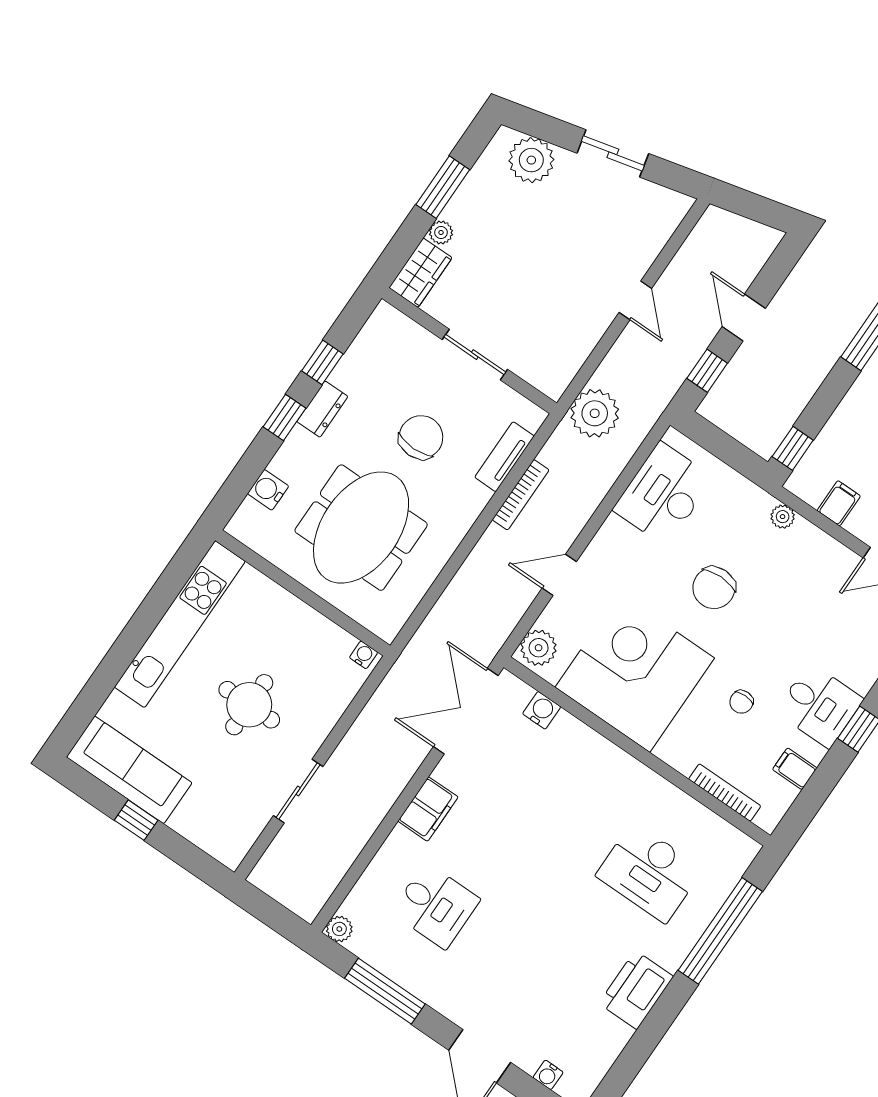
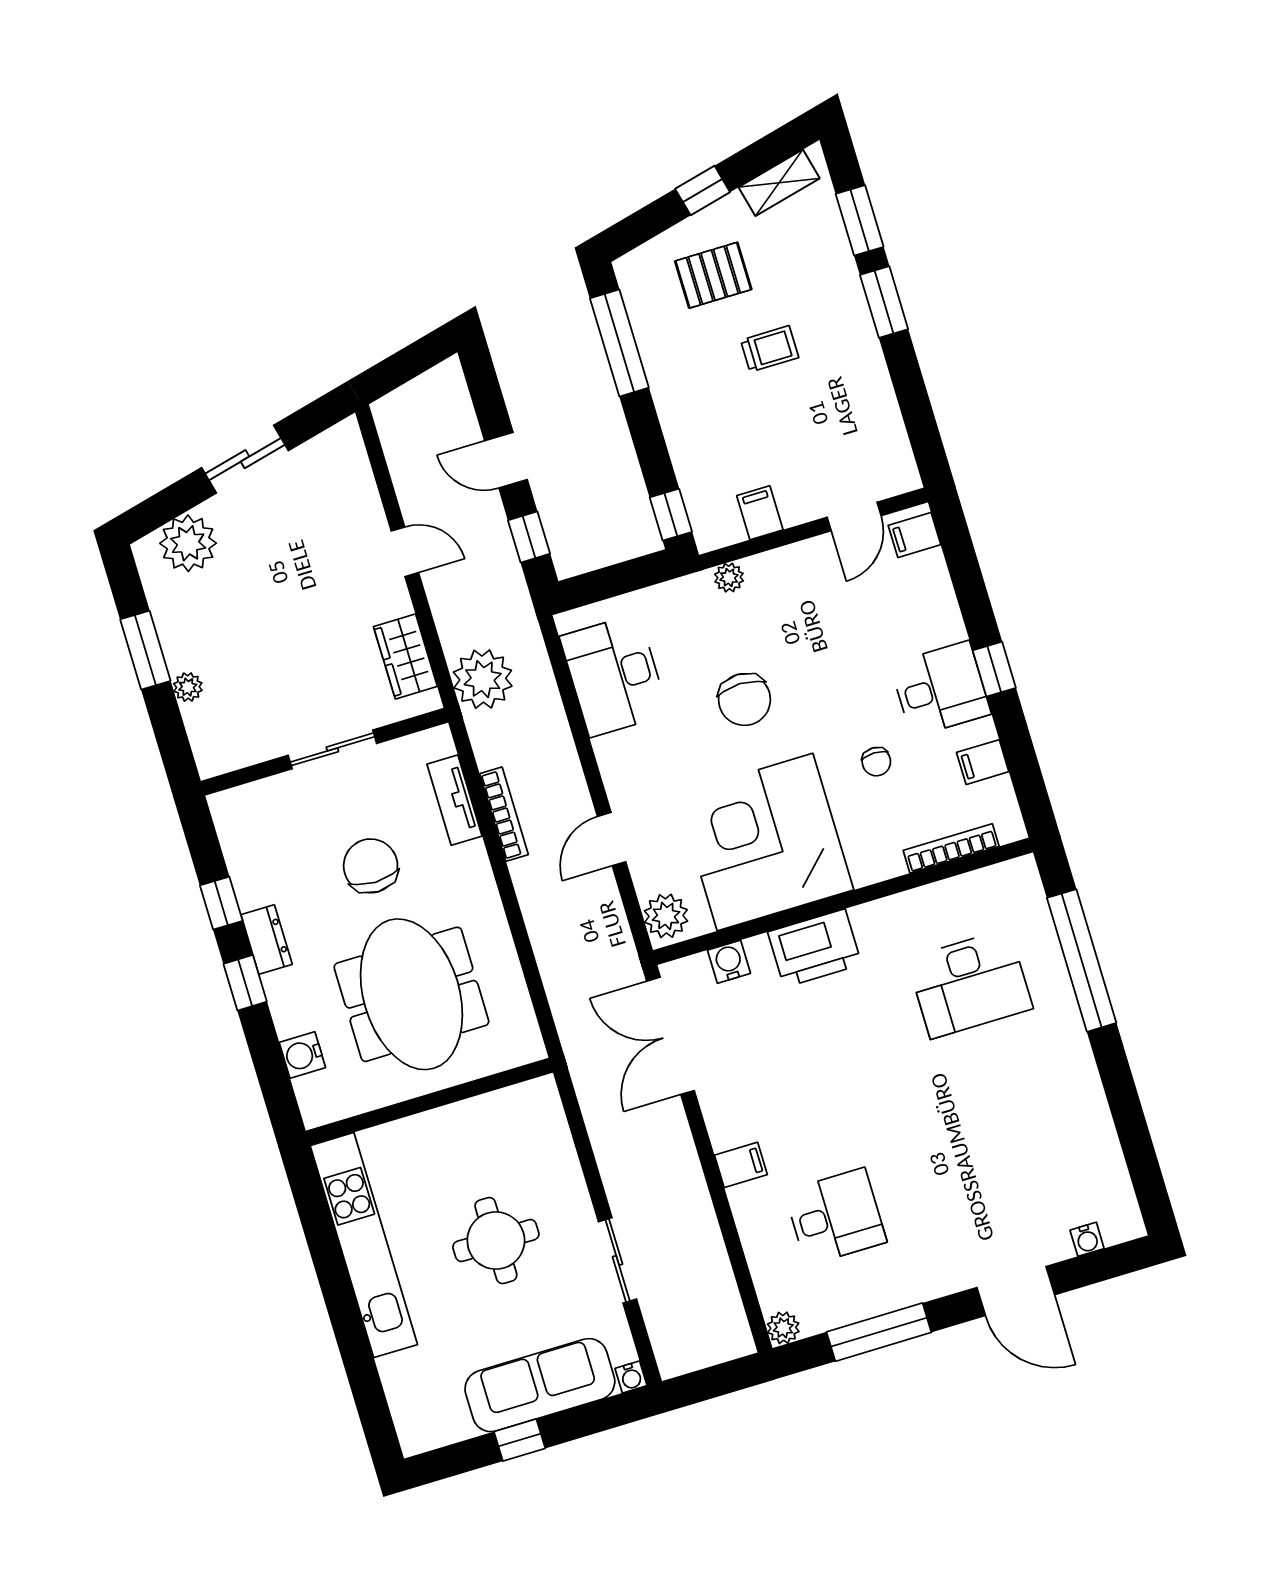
wardrobe: (420, 273) -> (405, 657), moved, turned 180
water cooler: (364, 655) -> (631, 1377), moved, turned 180
sofa: (129, 770) -> (540, 1385), moved
filing cabinet: (428, 809) -> (741, 1165), width x0.50
printer: (636, 990) -> (815, 948), moved, turned -90

